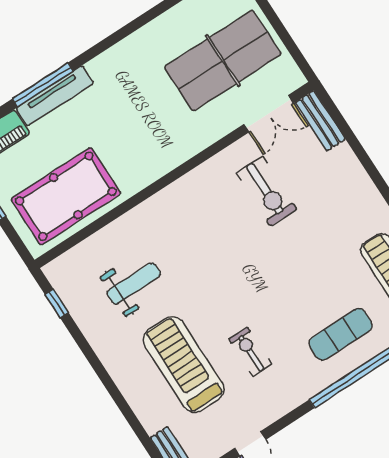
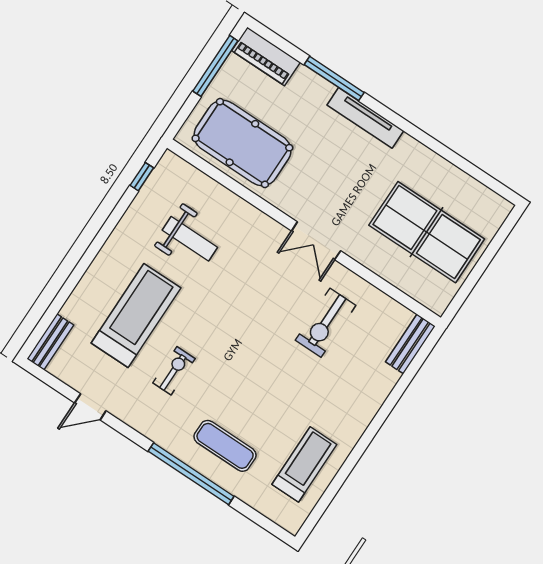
tv unit: (55, 96) -> (365, 118), moved
double door: (269, 114) -> (316, 241), moved

